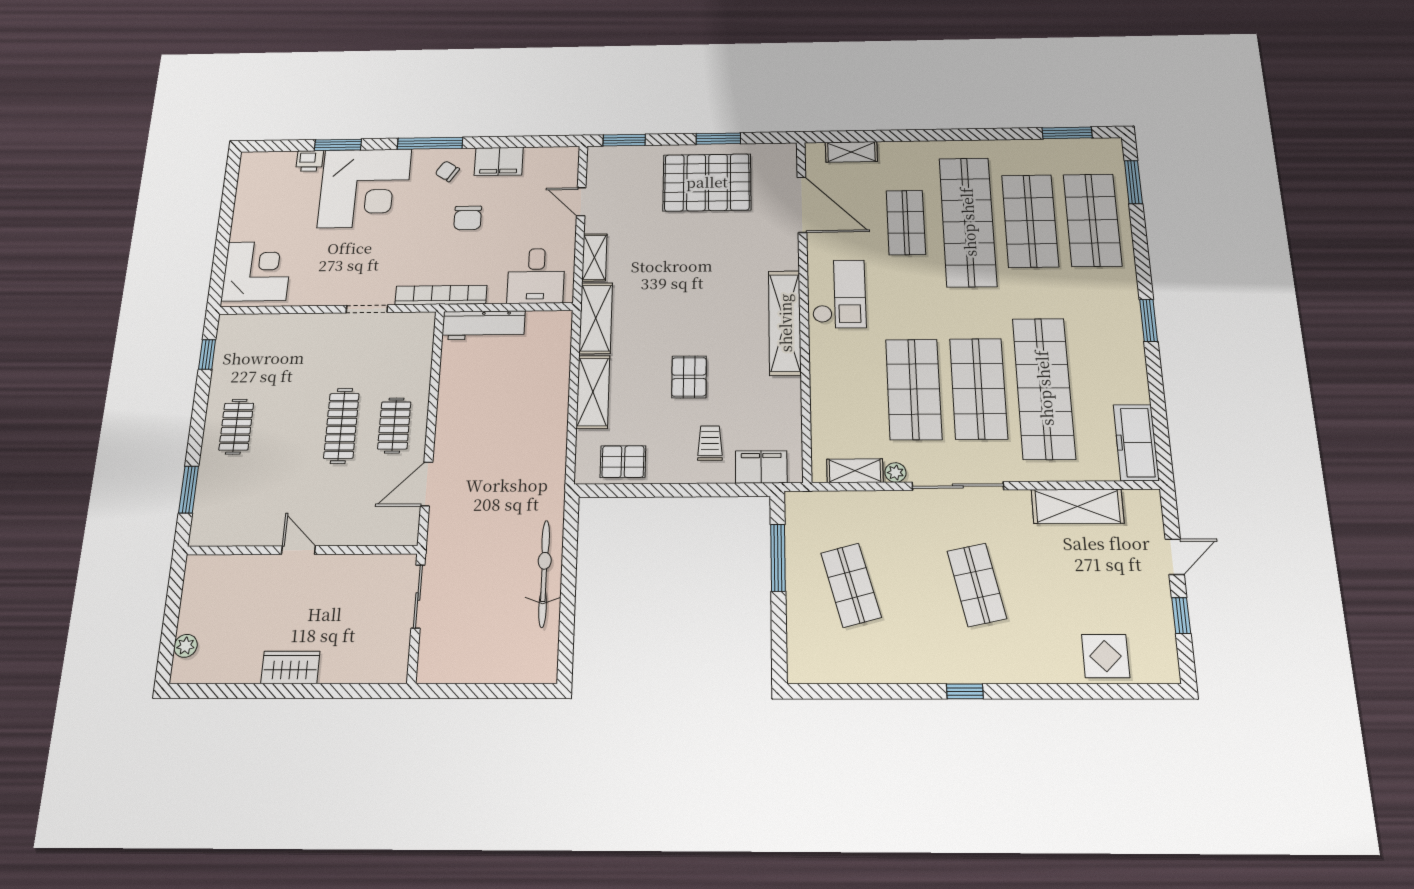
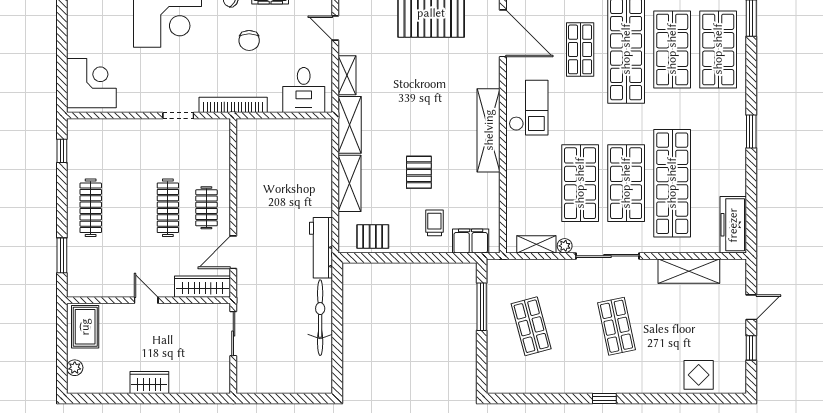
workbench: (483, 325) -> (321, 248), moved, turned 90
clothes rail: (236, 427) -> (91, 208), width x1.36
wardrobe: (380, 531) -> (203, 287), added
rug: (208, 587) -> (85, 327), added

